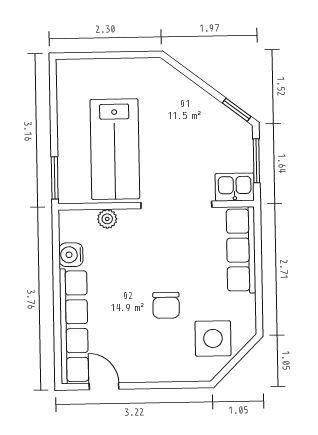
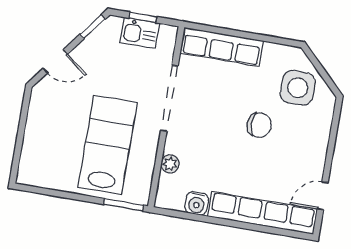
door: (193, 77) -> (55, 61), added
lab bench: (115, 149) -> (108, 145), turned -90
window: (256, 161) -> (143, 17), width x0.67
kitchen sink: (235, 187) -> (140, 33), moved, turned -90

